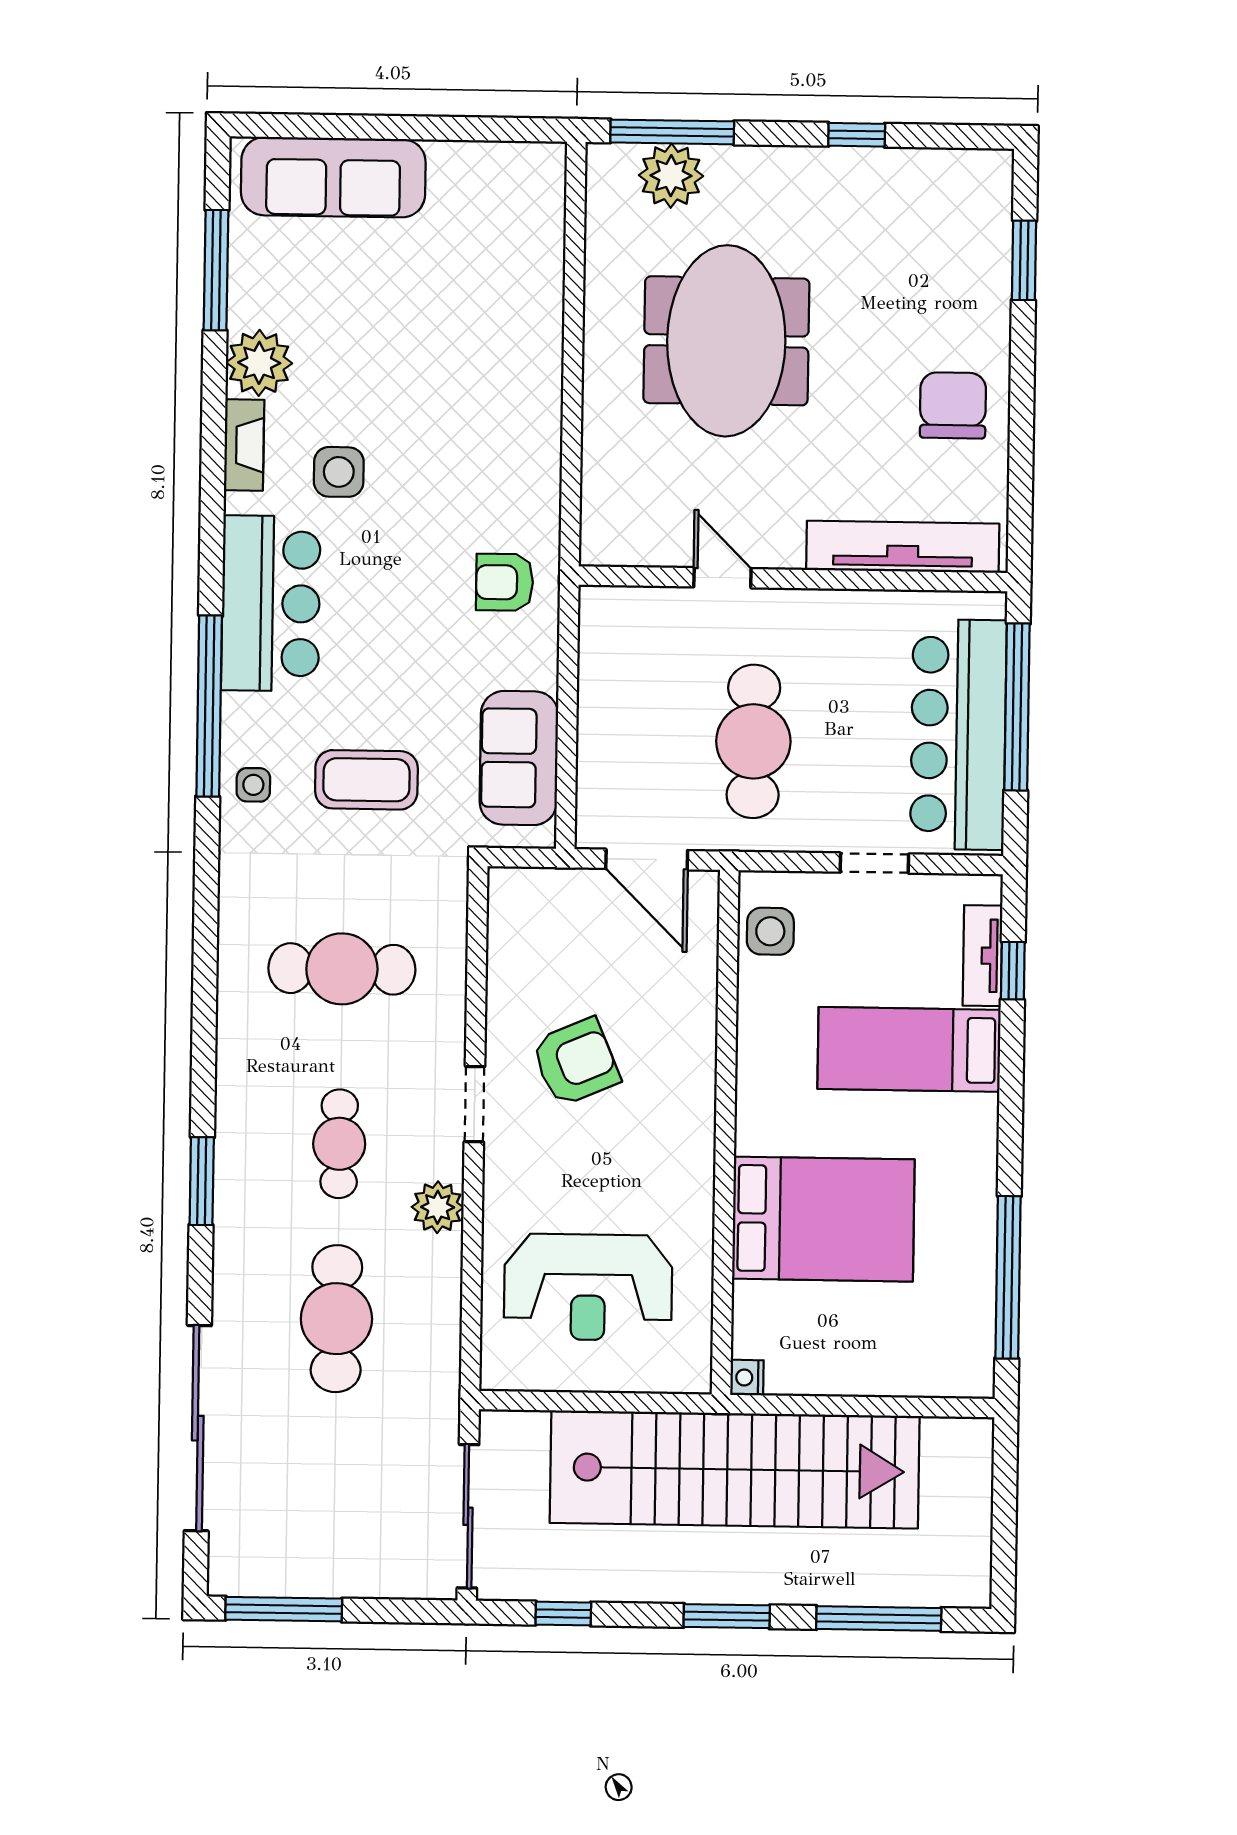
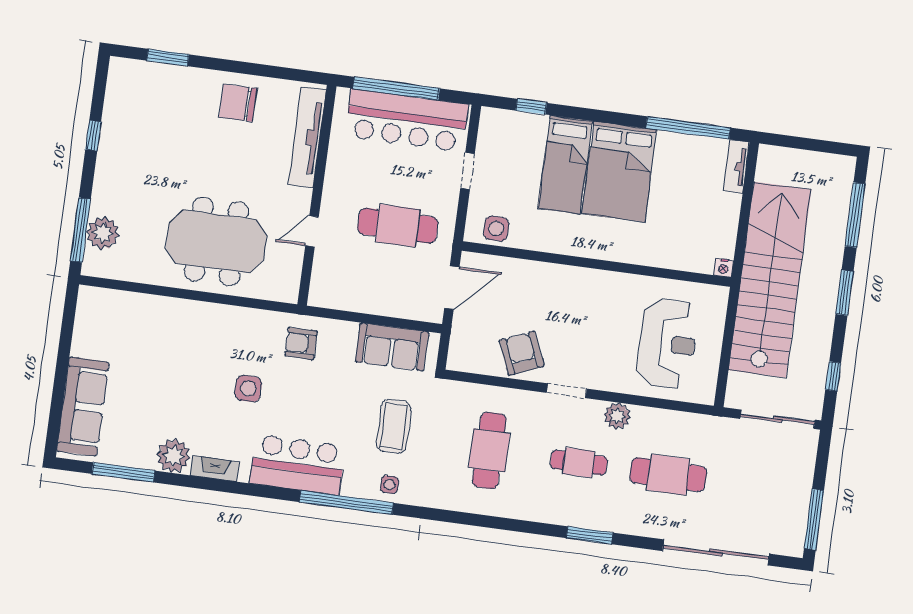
meeting table: (726, 341) -> (216, 241), moved
side table: (339, 472) -> (248, 389), moved
armchair: (505, 582) -> (301, 343), turned 90
tv unit: (982, 956) -> (736, 167), moved, turned 90
armchair: (576, 1062) -> (522, 353), moved
bed: (823, 1219) -> (619, 172), moved, turned 180

